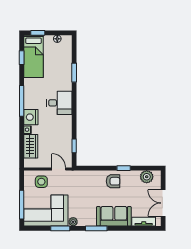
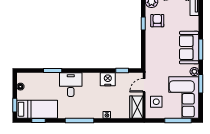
desk: (59, 103) -> (71, 85), moved
nightstand: (31, 117) -> (108, 79), moved, turned 180
wardrobe: (31, 146) -> (136, 107), moved, turned -90
armchair: (113, 181) -> (157, 21), moved
sofa: (114, 216) -> (189, 48), moved

